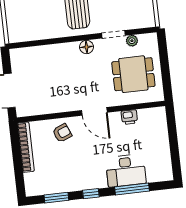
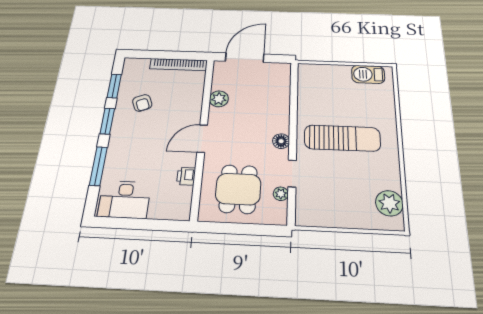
plant: (55, 105) -> (219, 99), added
armchair: (62, 133) -> (142, 103), moved
desk: (126, 170) -> (124, 200), moved, turned -90
window: (91, 194) -> (107, 121), width x1.50

